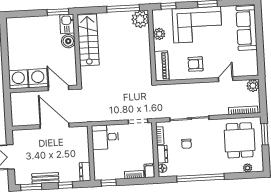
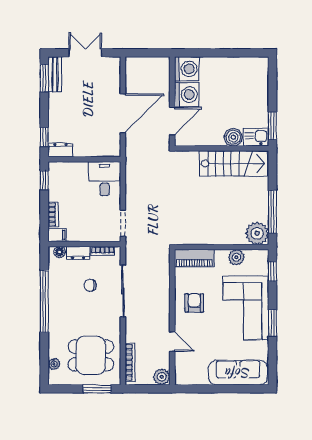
bench: (45, 178) -> (55, 74), moved
window: (65, 185) -> (44, 137), moved

